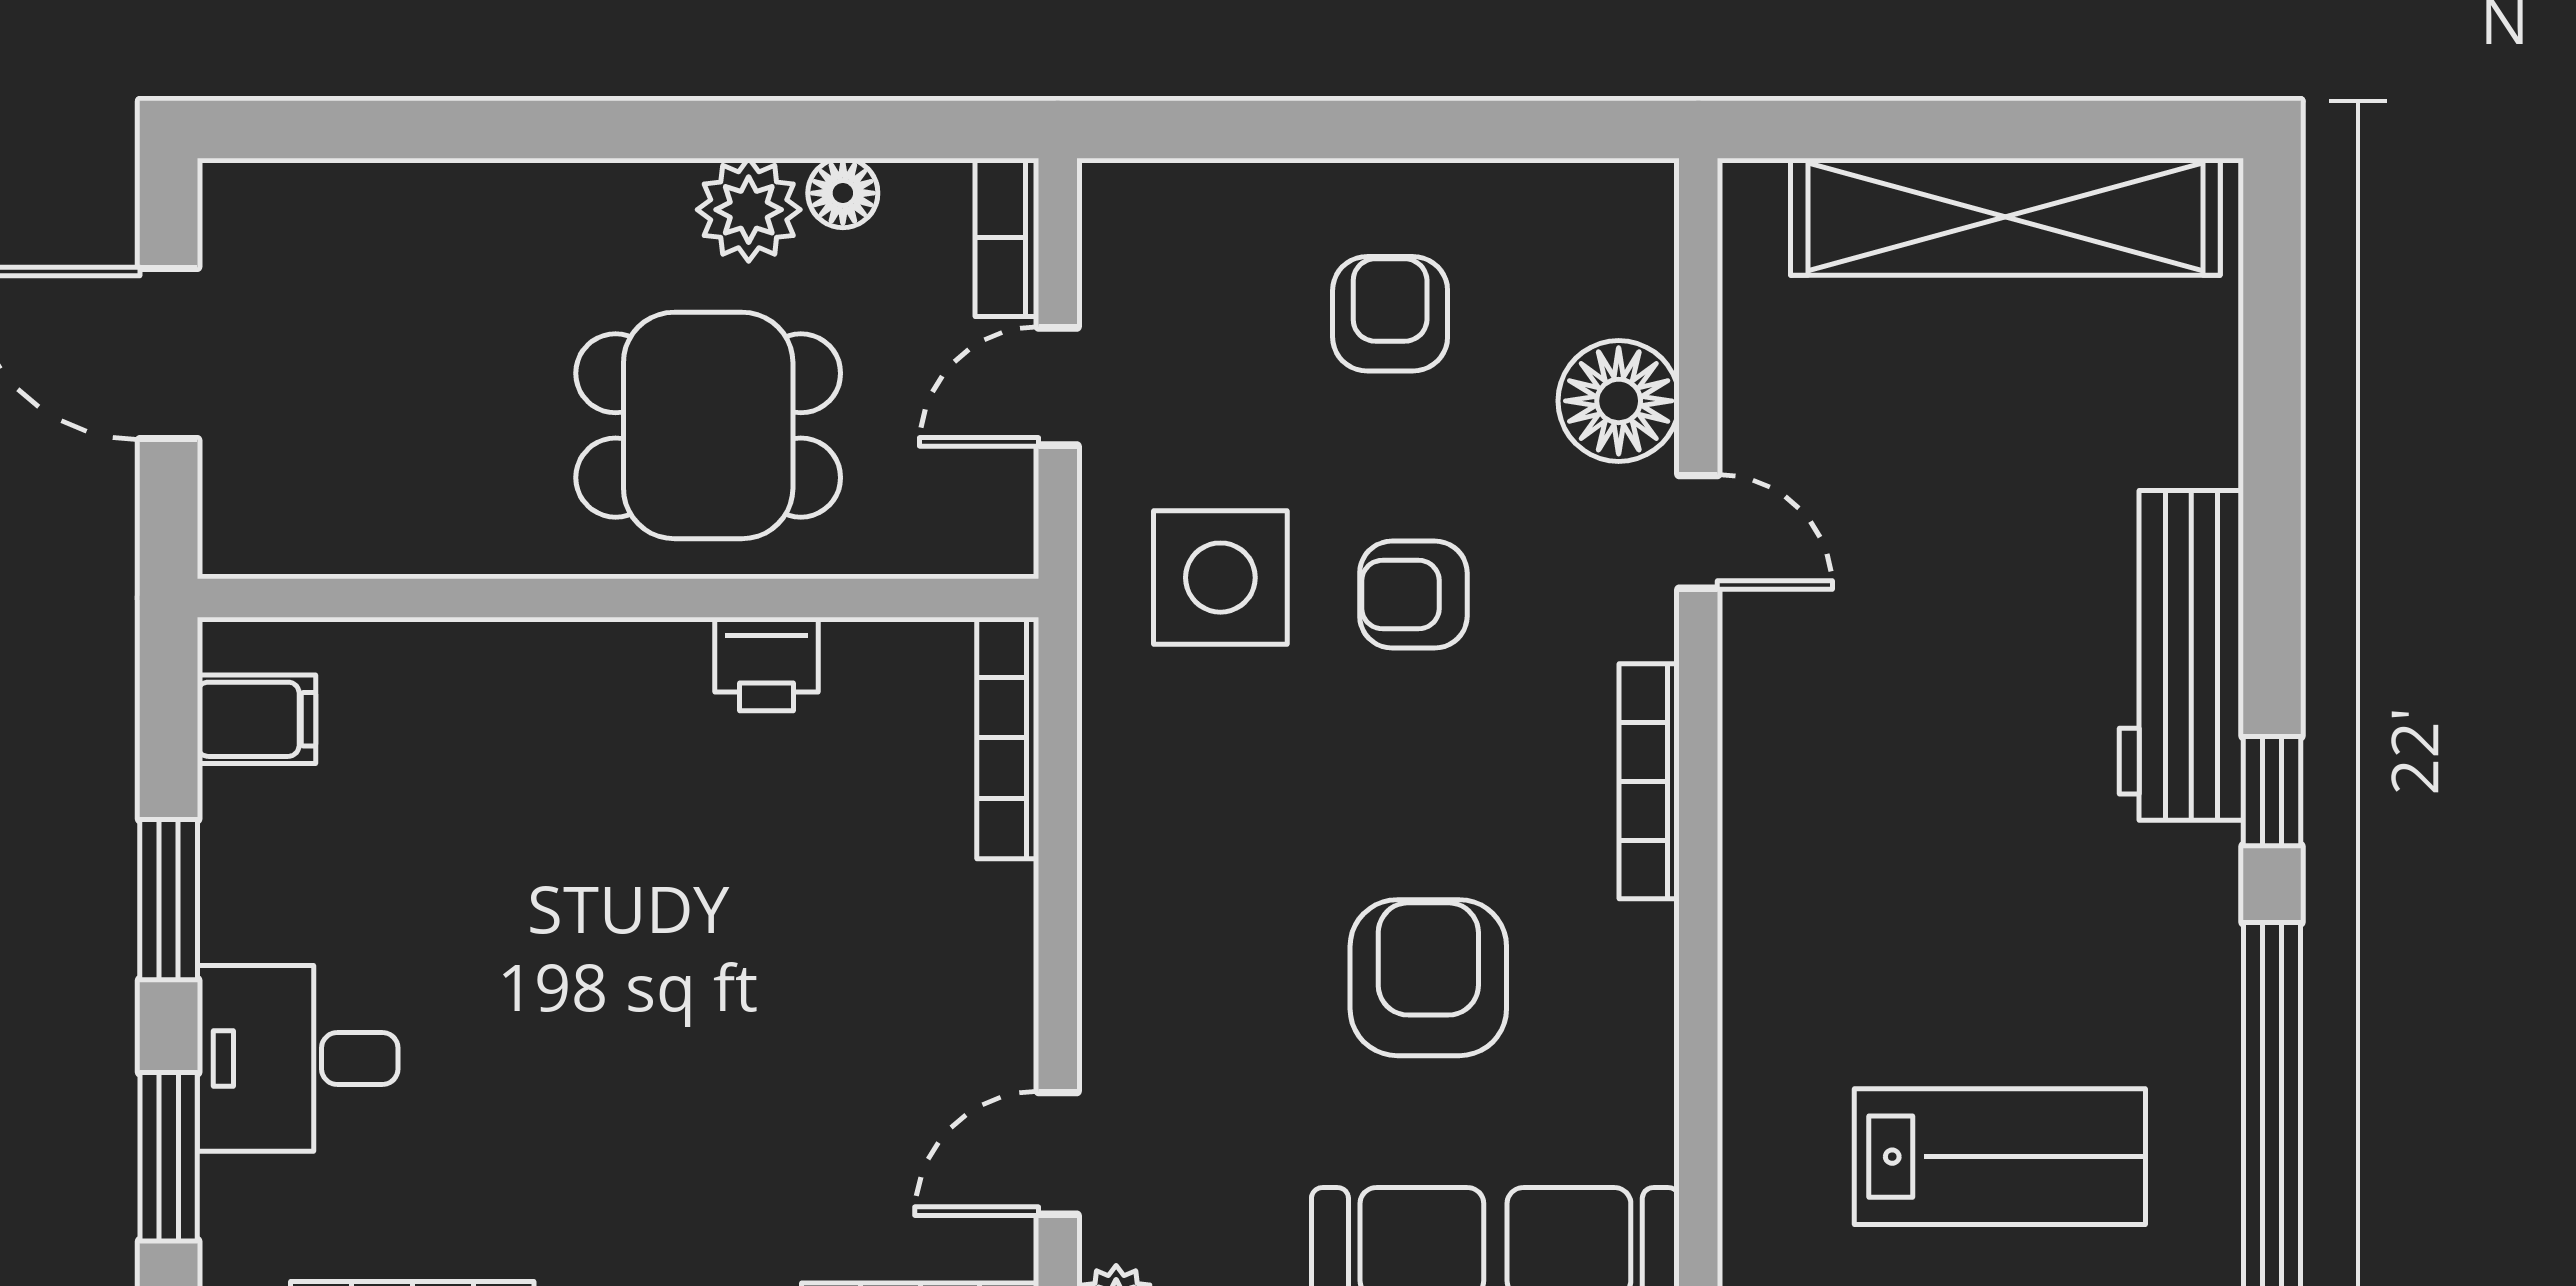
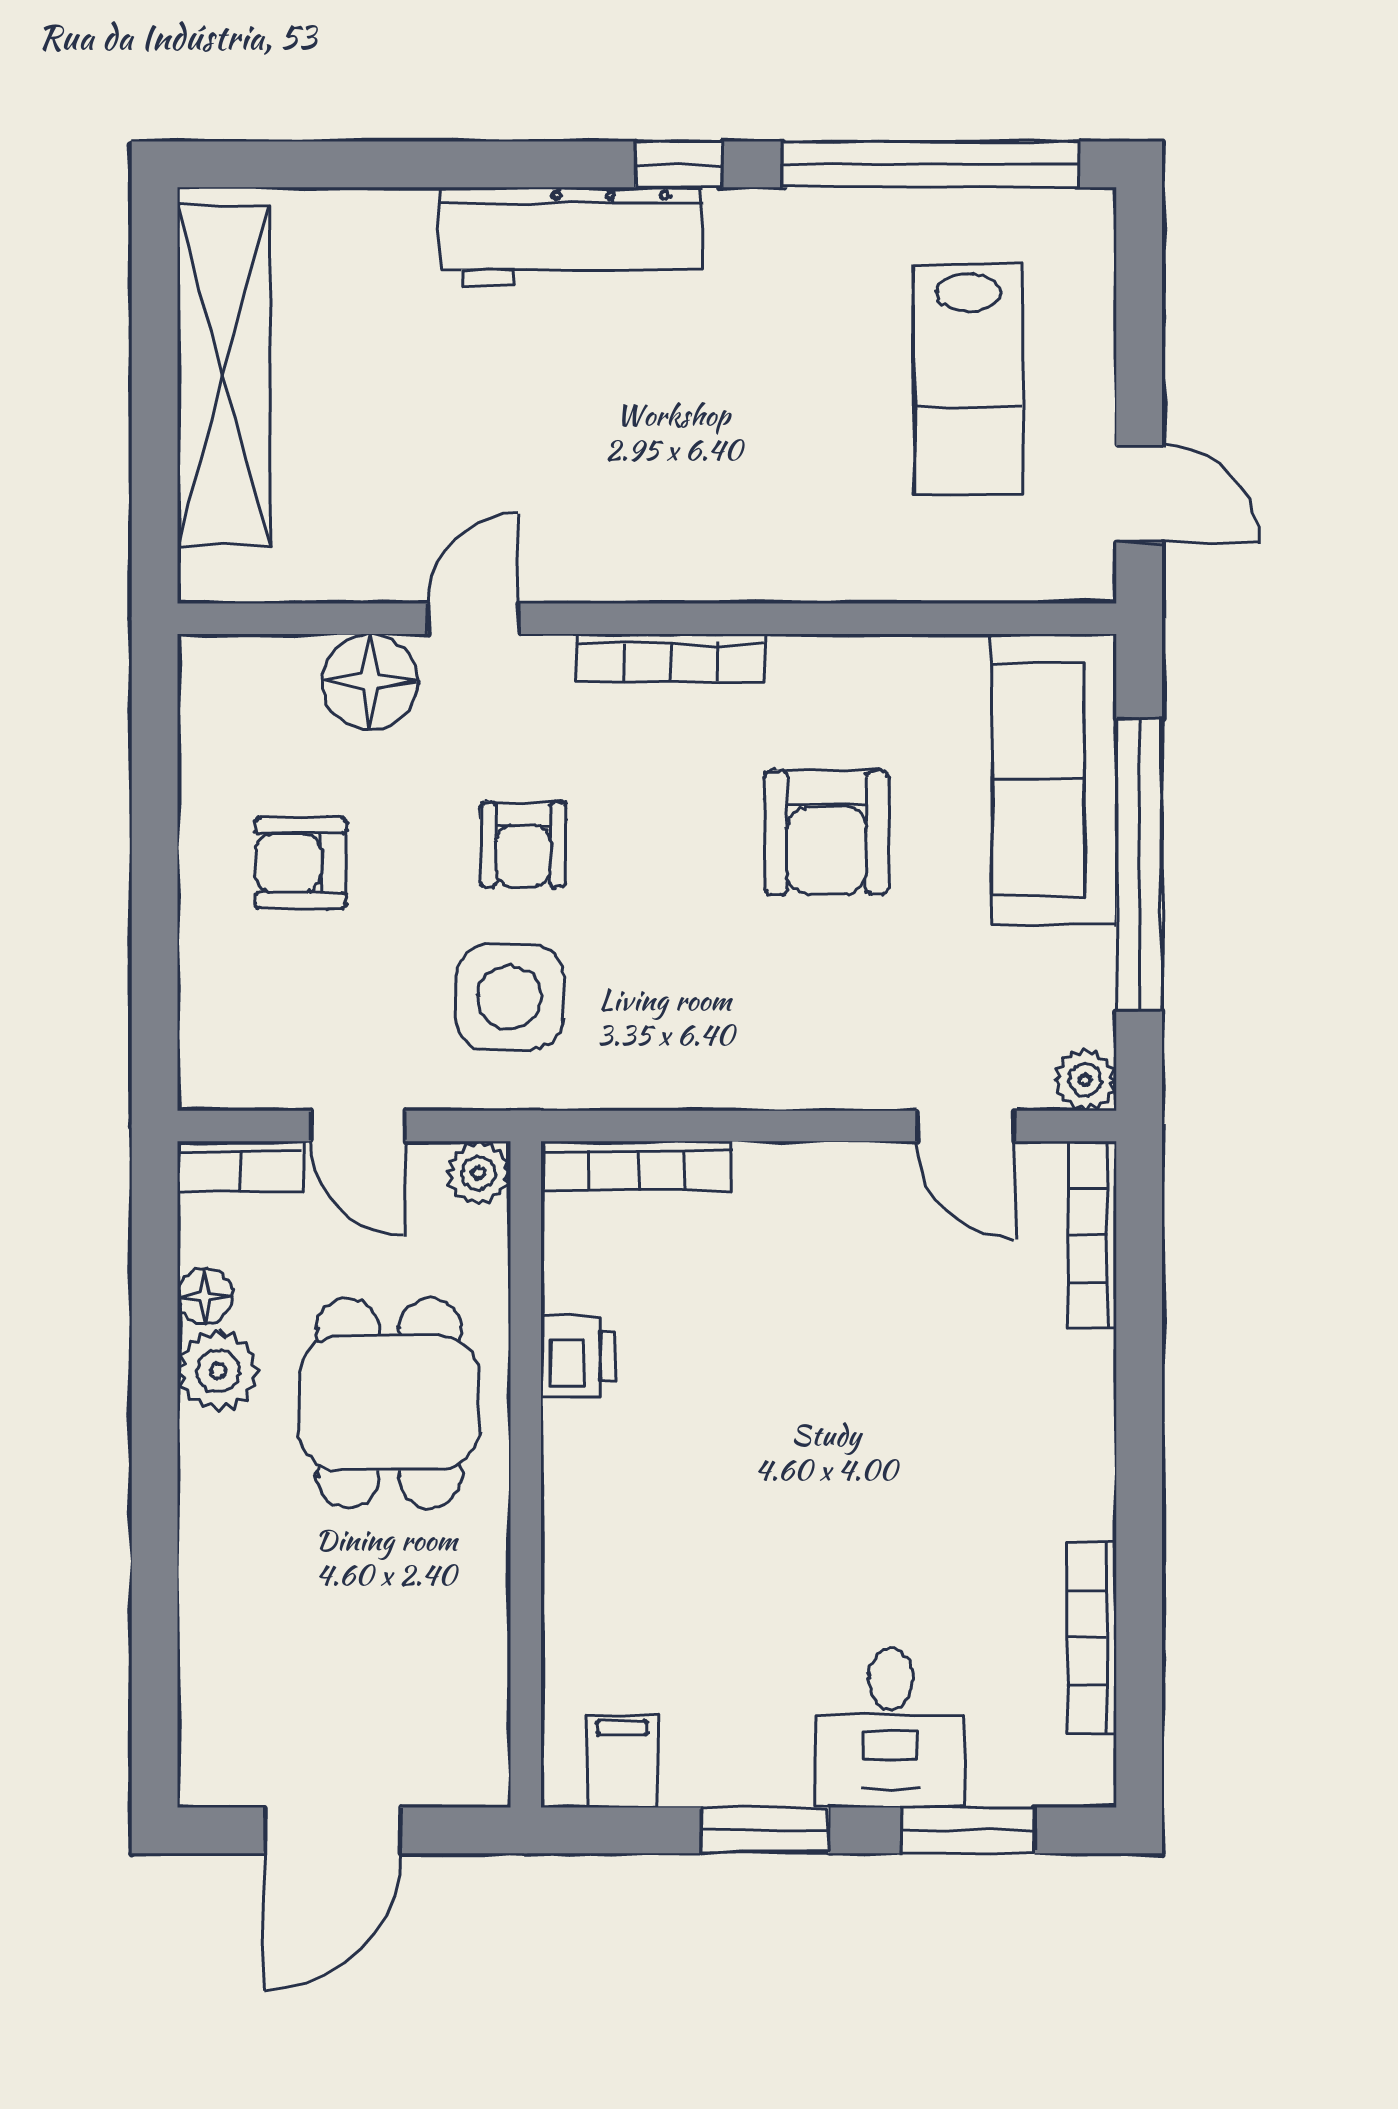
plant: (998, 539) -> (479, 1173), added
armchair: (1428, 978) -> (827, 833), turned -90
lab bench: (2000, 1157) -> (968, 380), turned 180

